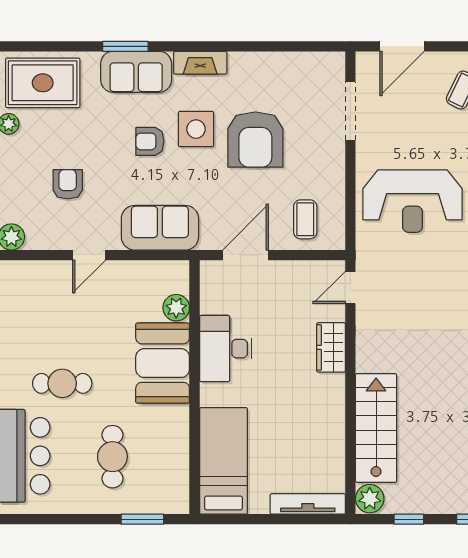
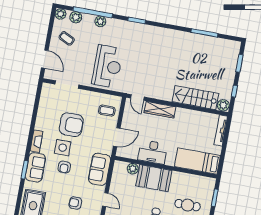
door: (246, 255) -> (117, 137), swing flipped
wardrobe: (331, 347) -> (160, 110), width x1.50

